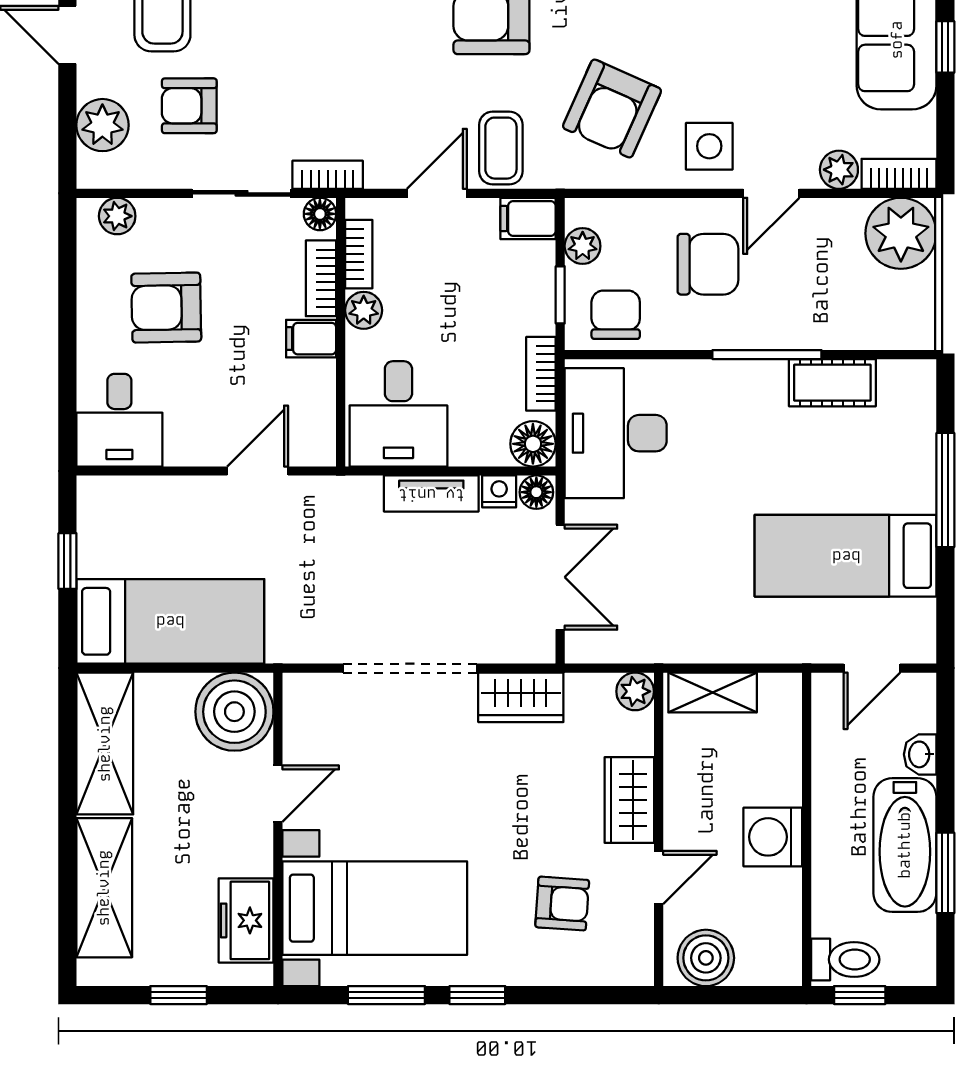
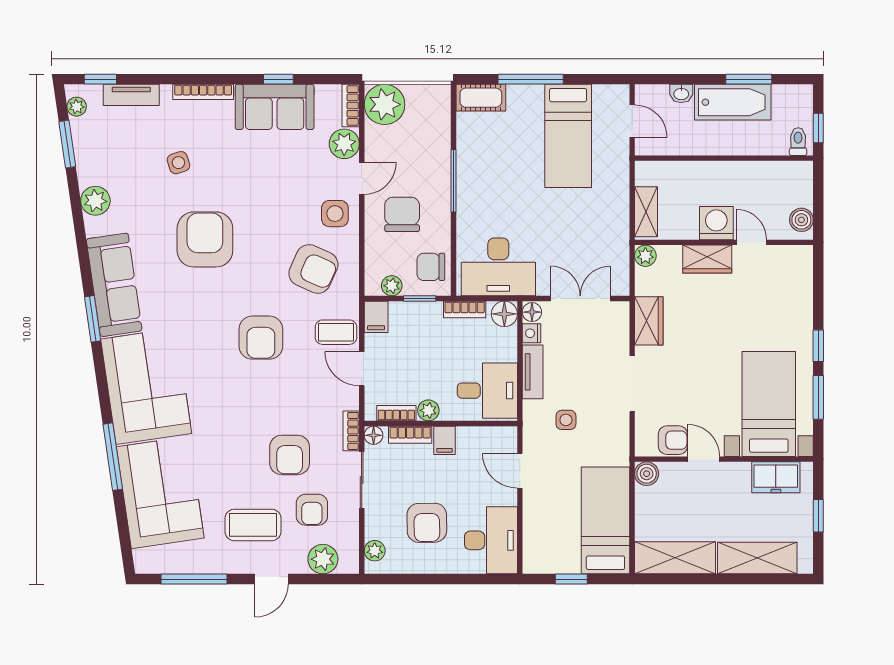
armchair: (285, 67) -> (290, 455), added
plant: (839, 170) -> (344, 144), width x1.38, depth x1.38
door: (771, 193) -> (362, 178), hinge flipped
cot: (832, 383) -> (481, 98), moved, turned 90
desk: (119, 420) -> (491, 540), width x1.37
side table: (347, 552) -> (566, 420), added
doorway: (410, 668) -> (632, 384), width x0.73
boiler: (234, 712) -> (647, 474), width x0.54, depth x0.54
washing machine: (773, 837) -> (716, 223), moved, turned 180
armchair: (562, 904) -> (673, 440), moved, turned 86
boiler: (706, 958) -> (801, 220), width x0.73, depth x0.73
toilet: (845, 959) -> (798, 142), width x0.73, depth x0.72

